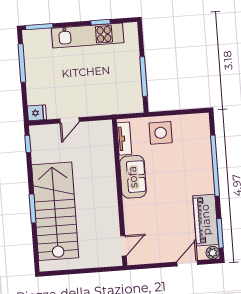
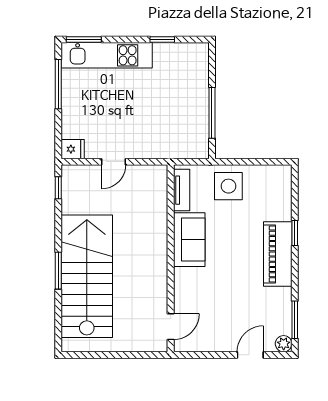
kitchen unit: (88, 35) -> (107, 55), moved
window: (215, 166) -> (295, 233), width x0.32
piano: (206, 220) -> (278, 254), moved

